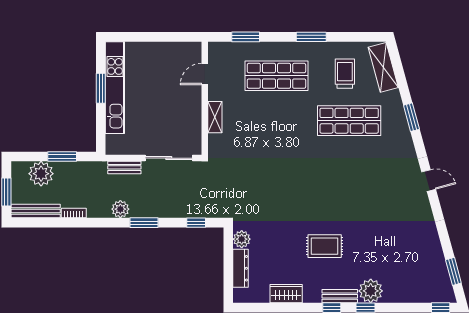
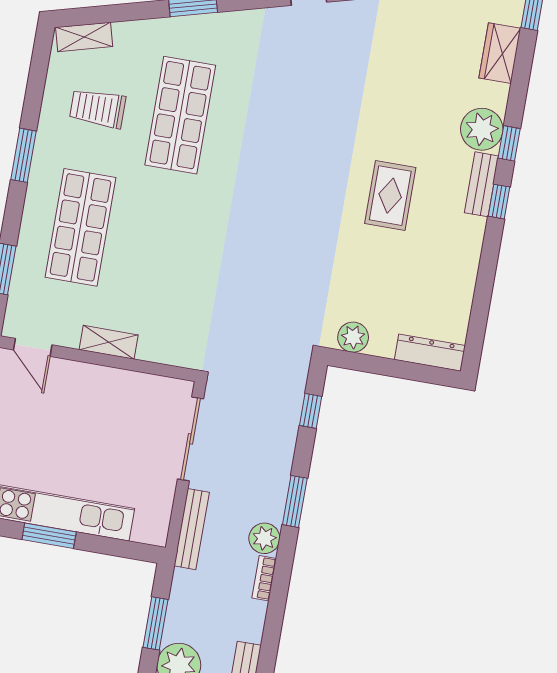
shelving: (383, 67) -> (84, 37), width x0.67, depth x0.75
door: (205, 74) -> (33, 347), moved
shelving: (215, 117) -> (109, 342), moved
bench: (124, 167) -> (192, 529), width x1.36
bookcase: (74, 213) -> (264, 578), moved
dresser: (241, 268) -> (430, 353), moved
wardrobe: (286, 294) -> (500, 53), moved

